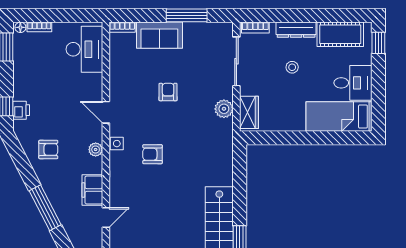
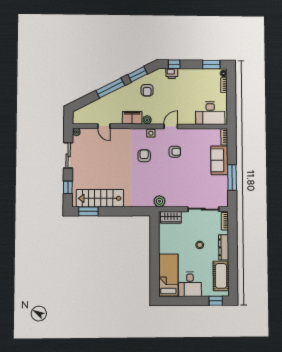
armchair: (168, 92) -> (175, 152), moved
plant: (224, 109) -> (159, 201), moved
window: (23, 164) -> (138, 74), added
filing cabinet: (92, 190) -> (132, 118), moved

